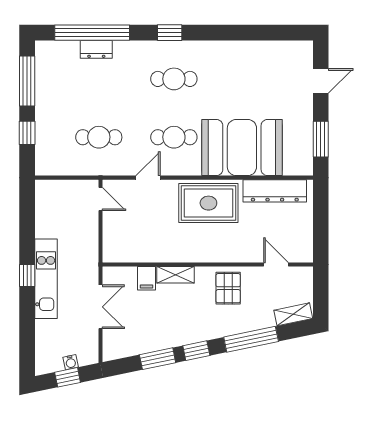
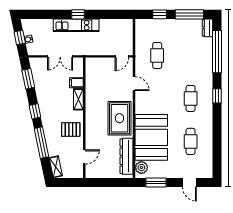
dresser: (96, 49) -> (207, 28), moved
cafe table: (174, 137) -> (191, 141), moved
plant: (295, 165) -> (141, 168), added
window: (158, 359) -> (28, 79), moved

